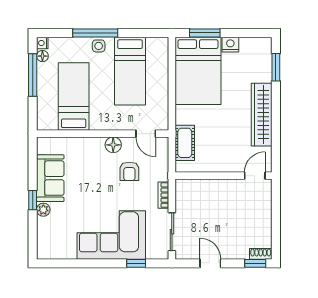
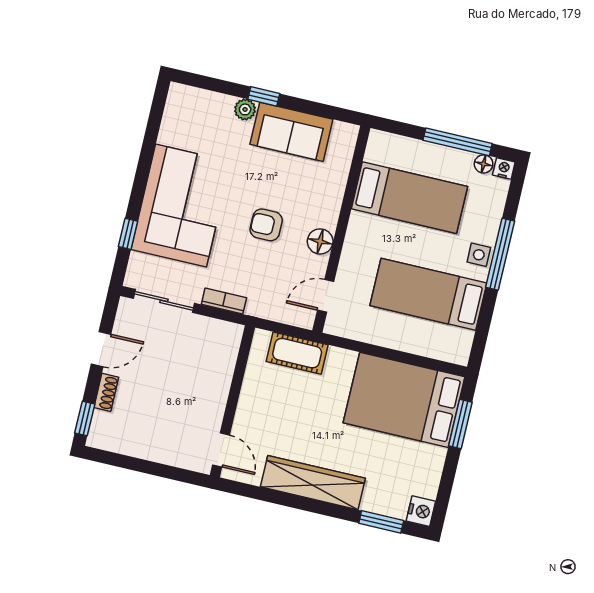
nightstand: (230, 45) -> (421, 511), moved
armchair: (129, 171) -> (266, 225), moved
shoe rack: (261, 254) -> (106, 392), moved

